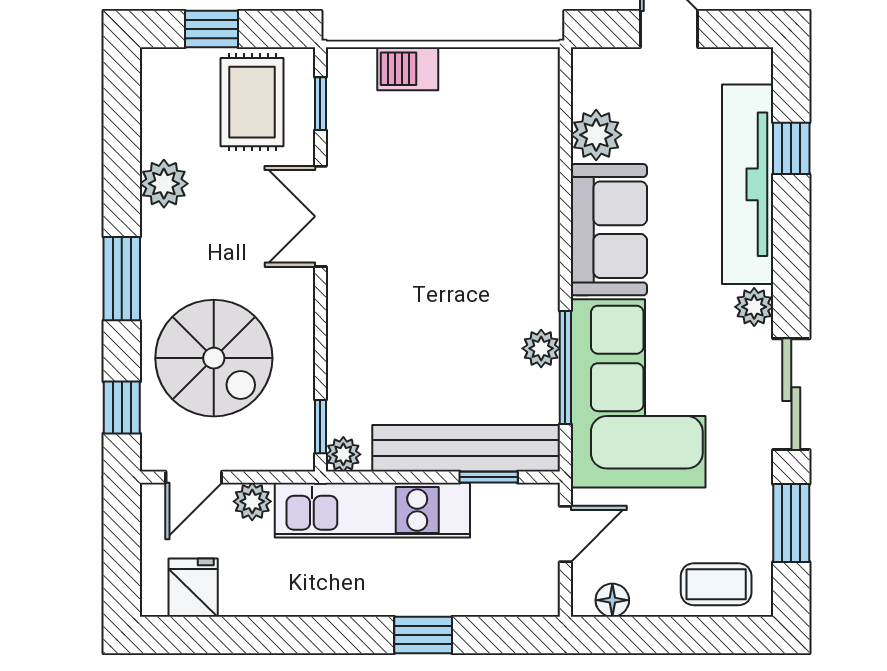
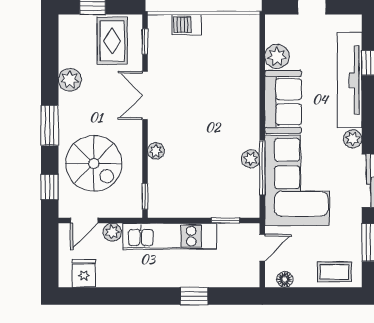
bench: (466, 448) -> (215, 207), removed
plant: (343, 454) -> (156, 151), moved

